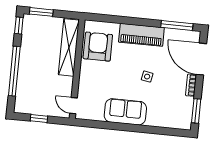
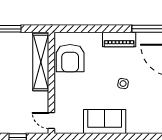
piano: (141, 35) -> (119, 39), width x0.73, depth x0.75
armchair: (98, 47) -> (70, 58), turned 180

